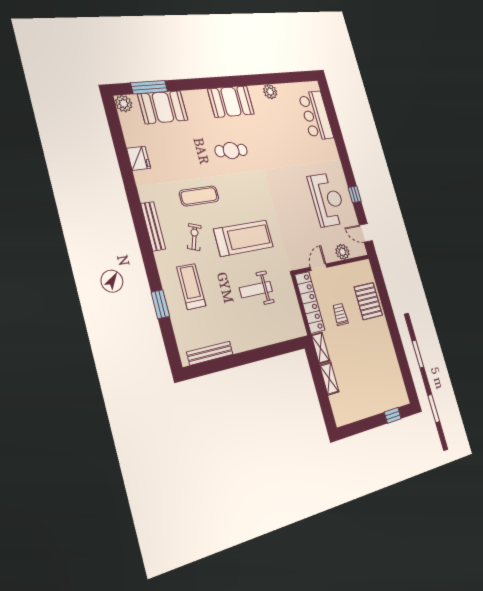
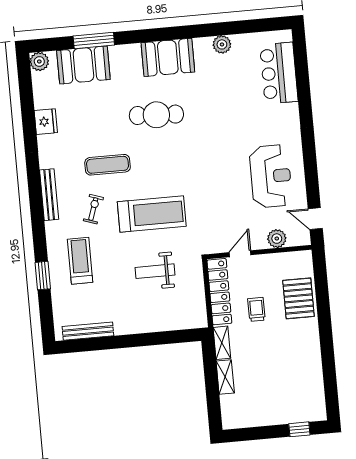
window: (149, 87) -> (94, 41), moved
cafe table: (231, 151) -> (156, 115), width x1.37, depth x1.35
window: (355, 194) -> (311, 171), removed

